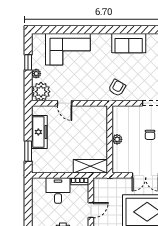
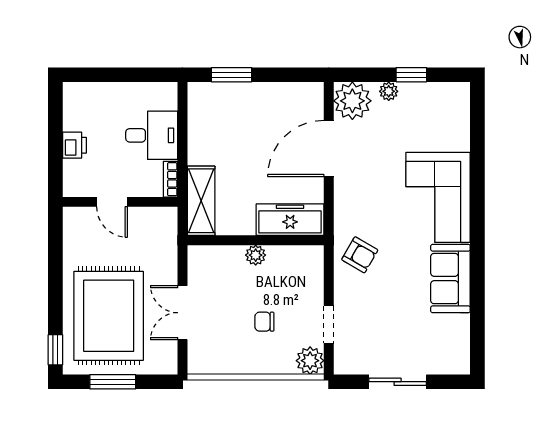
corner sofa: (68, 49) -> (438, 197), moved
door: (64, 103) -> (329, 148), width x1.88
freezer: (39, 132) -> (290, 220), moved, turned 180

